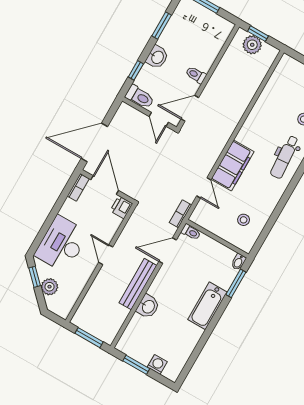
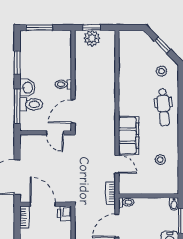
window: (136, 70) -> (17, 106), width x2.17
toilet: (140, 97) -> (31, 104), moved
stool: (244, 220) -> (160, 160), moved

